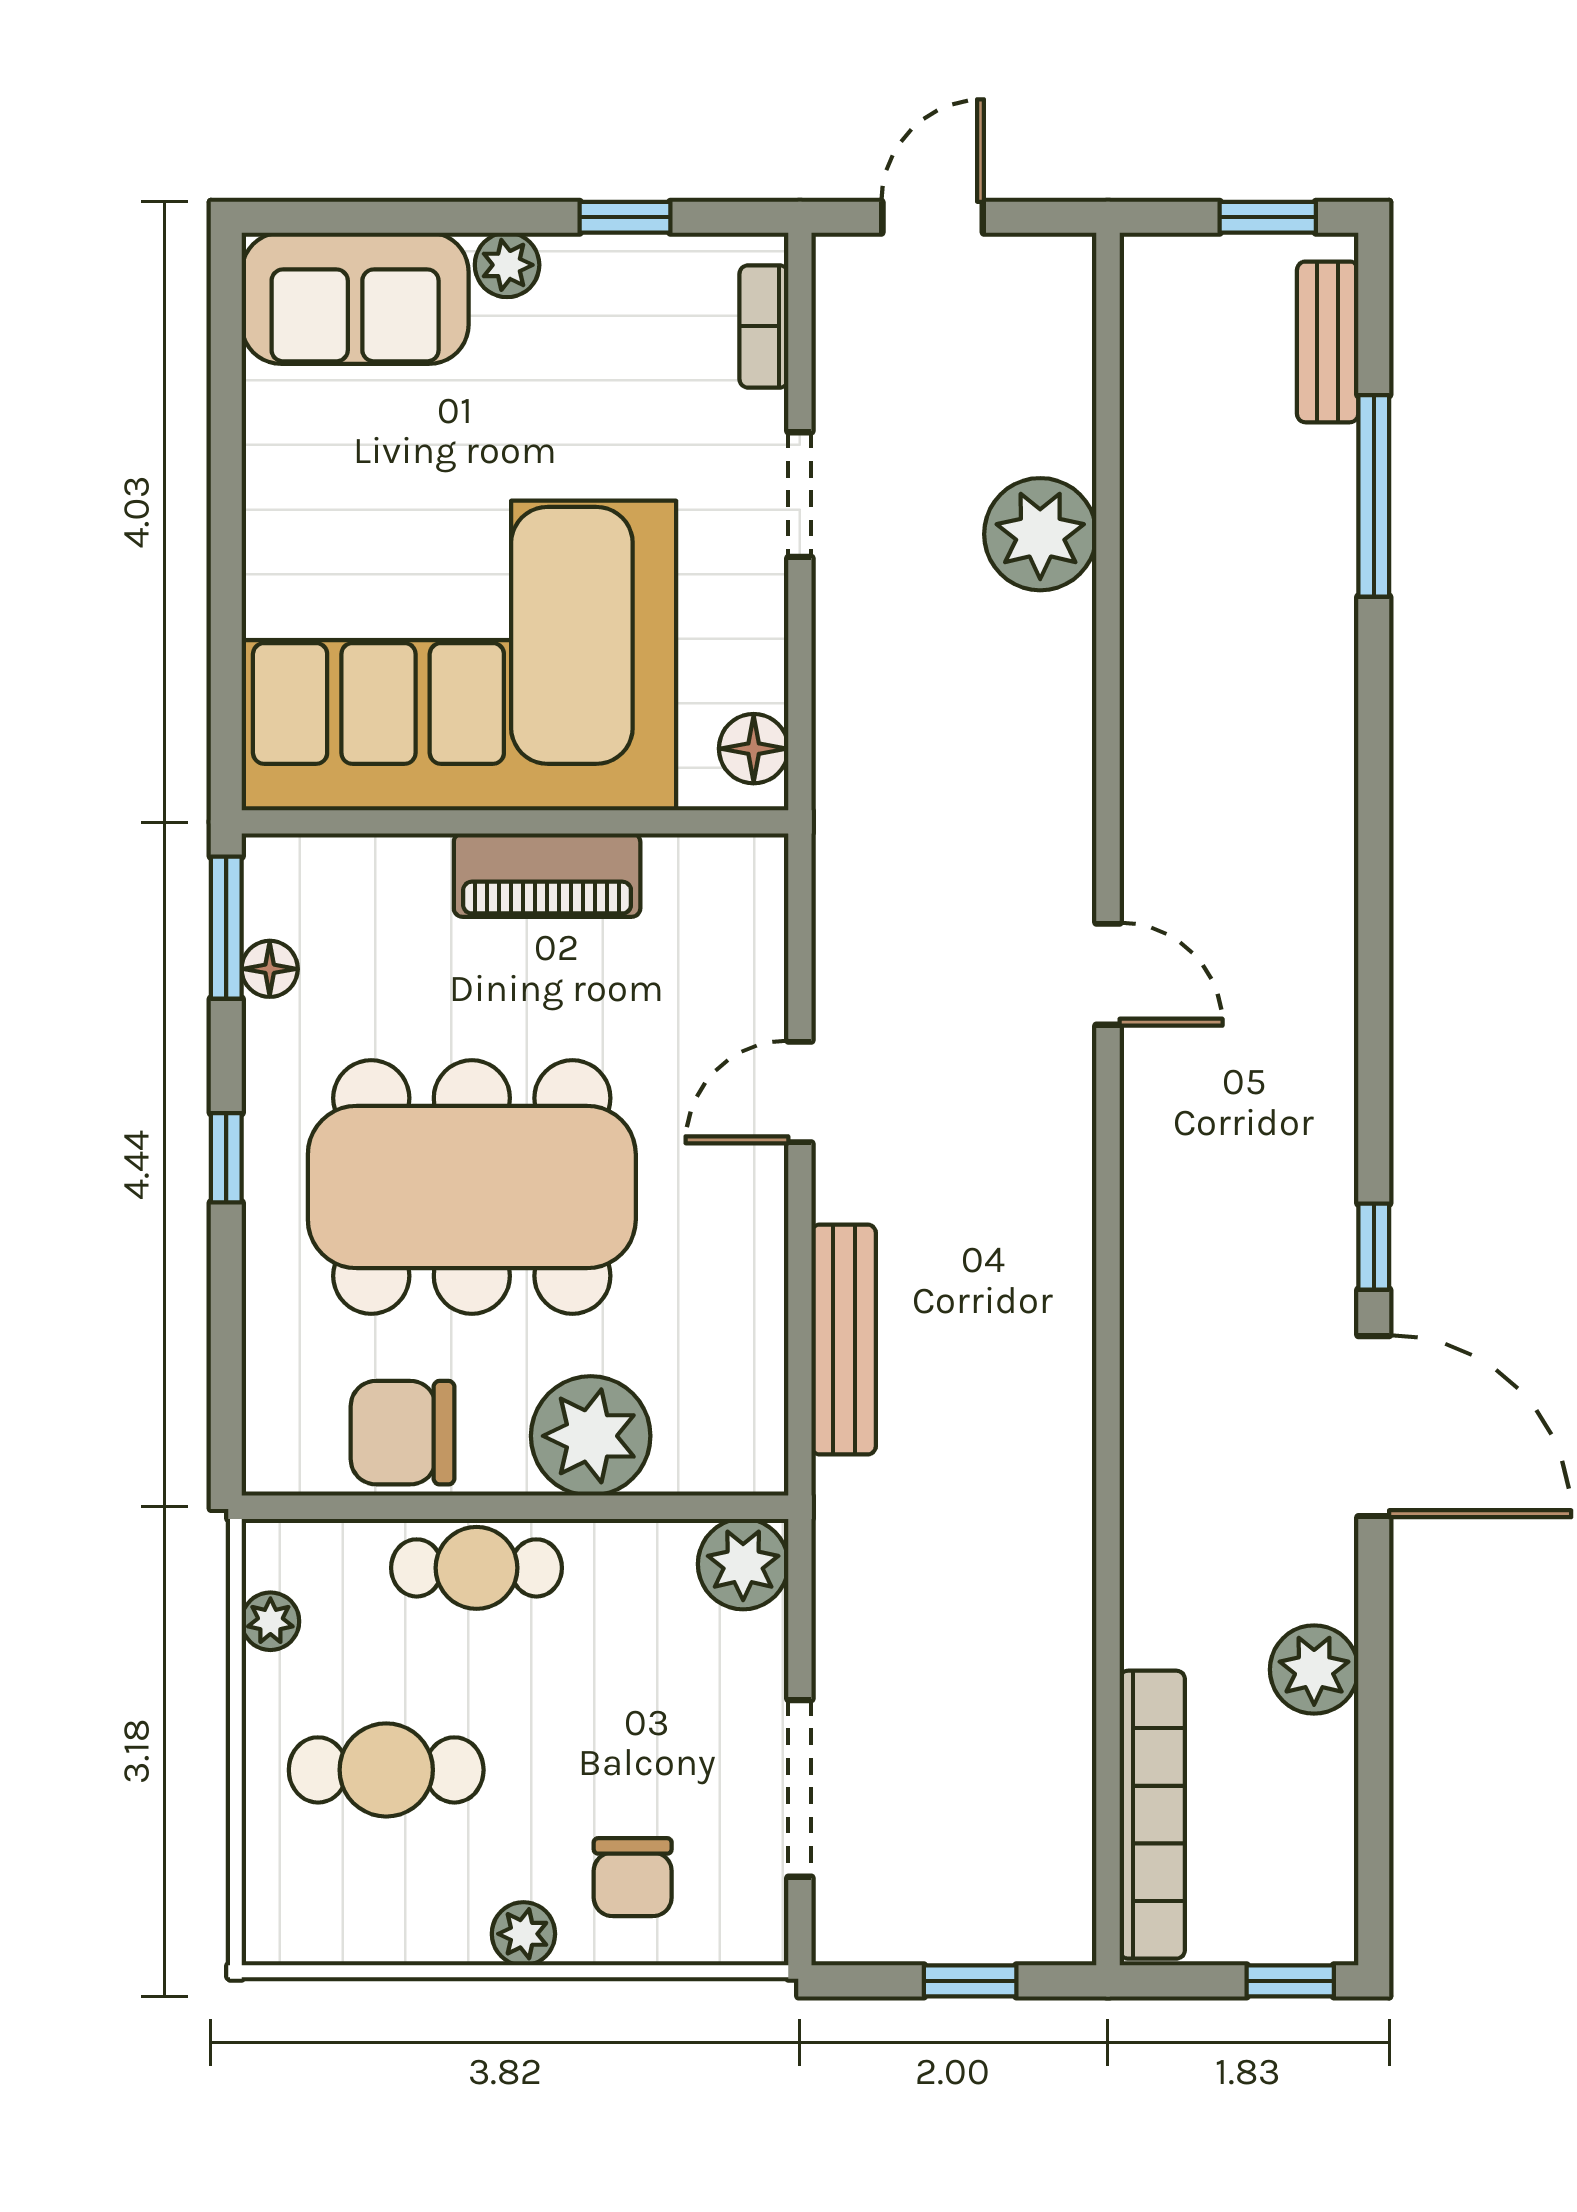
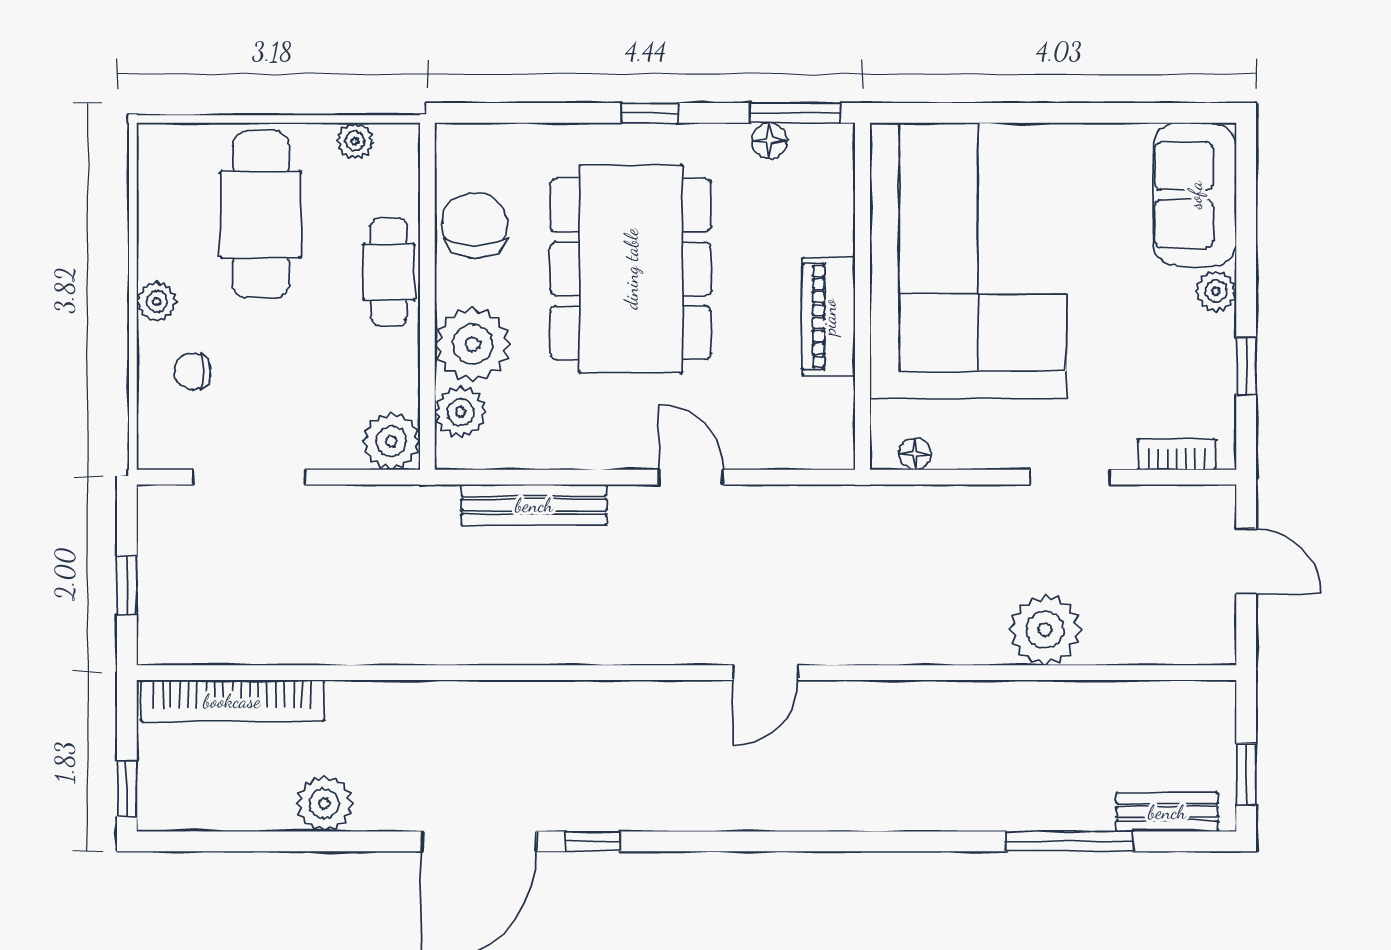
floor lamp: (754, 749) -> (915, 454), width x0.73, depth x0.73
plant: (697, 1455) -> (461, 412), added
cafe table: (386, 1770) -> (261, 215), width x1.37, depth x1.35
chair: (633, 1877) -> (193, 371), width x0.73, depth x0.73

